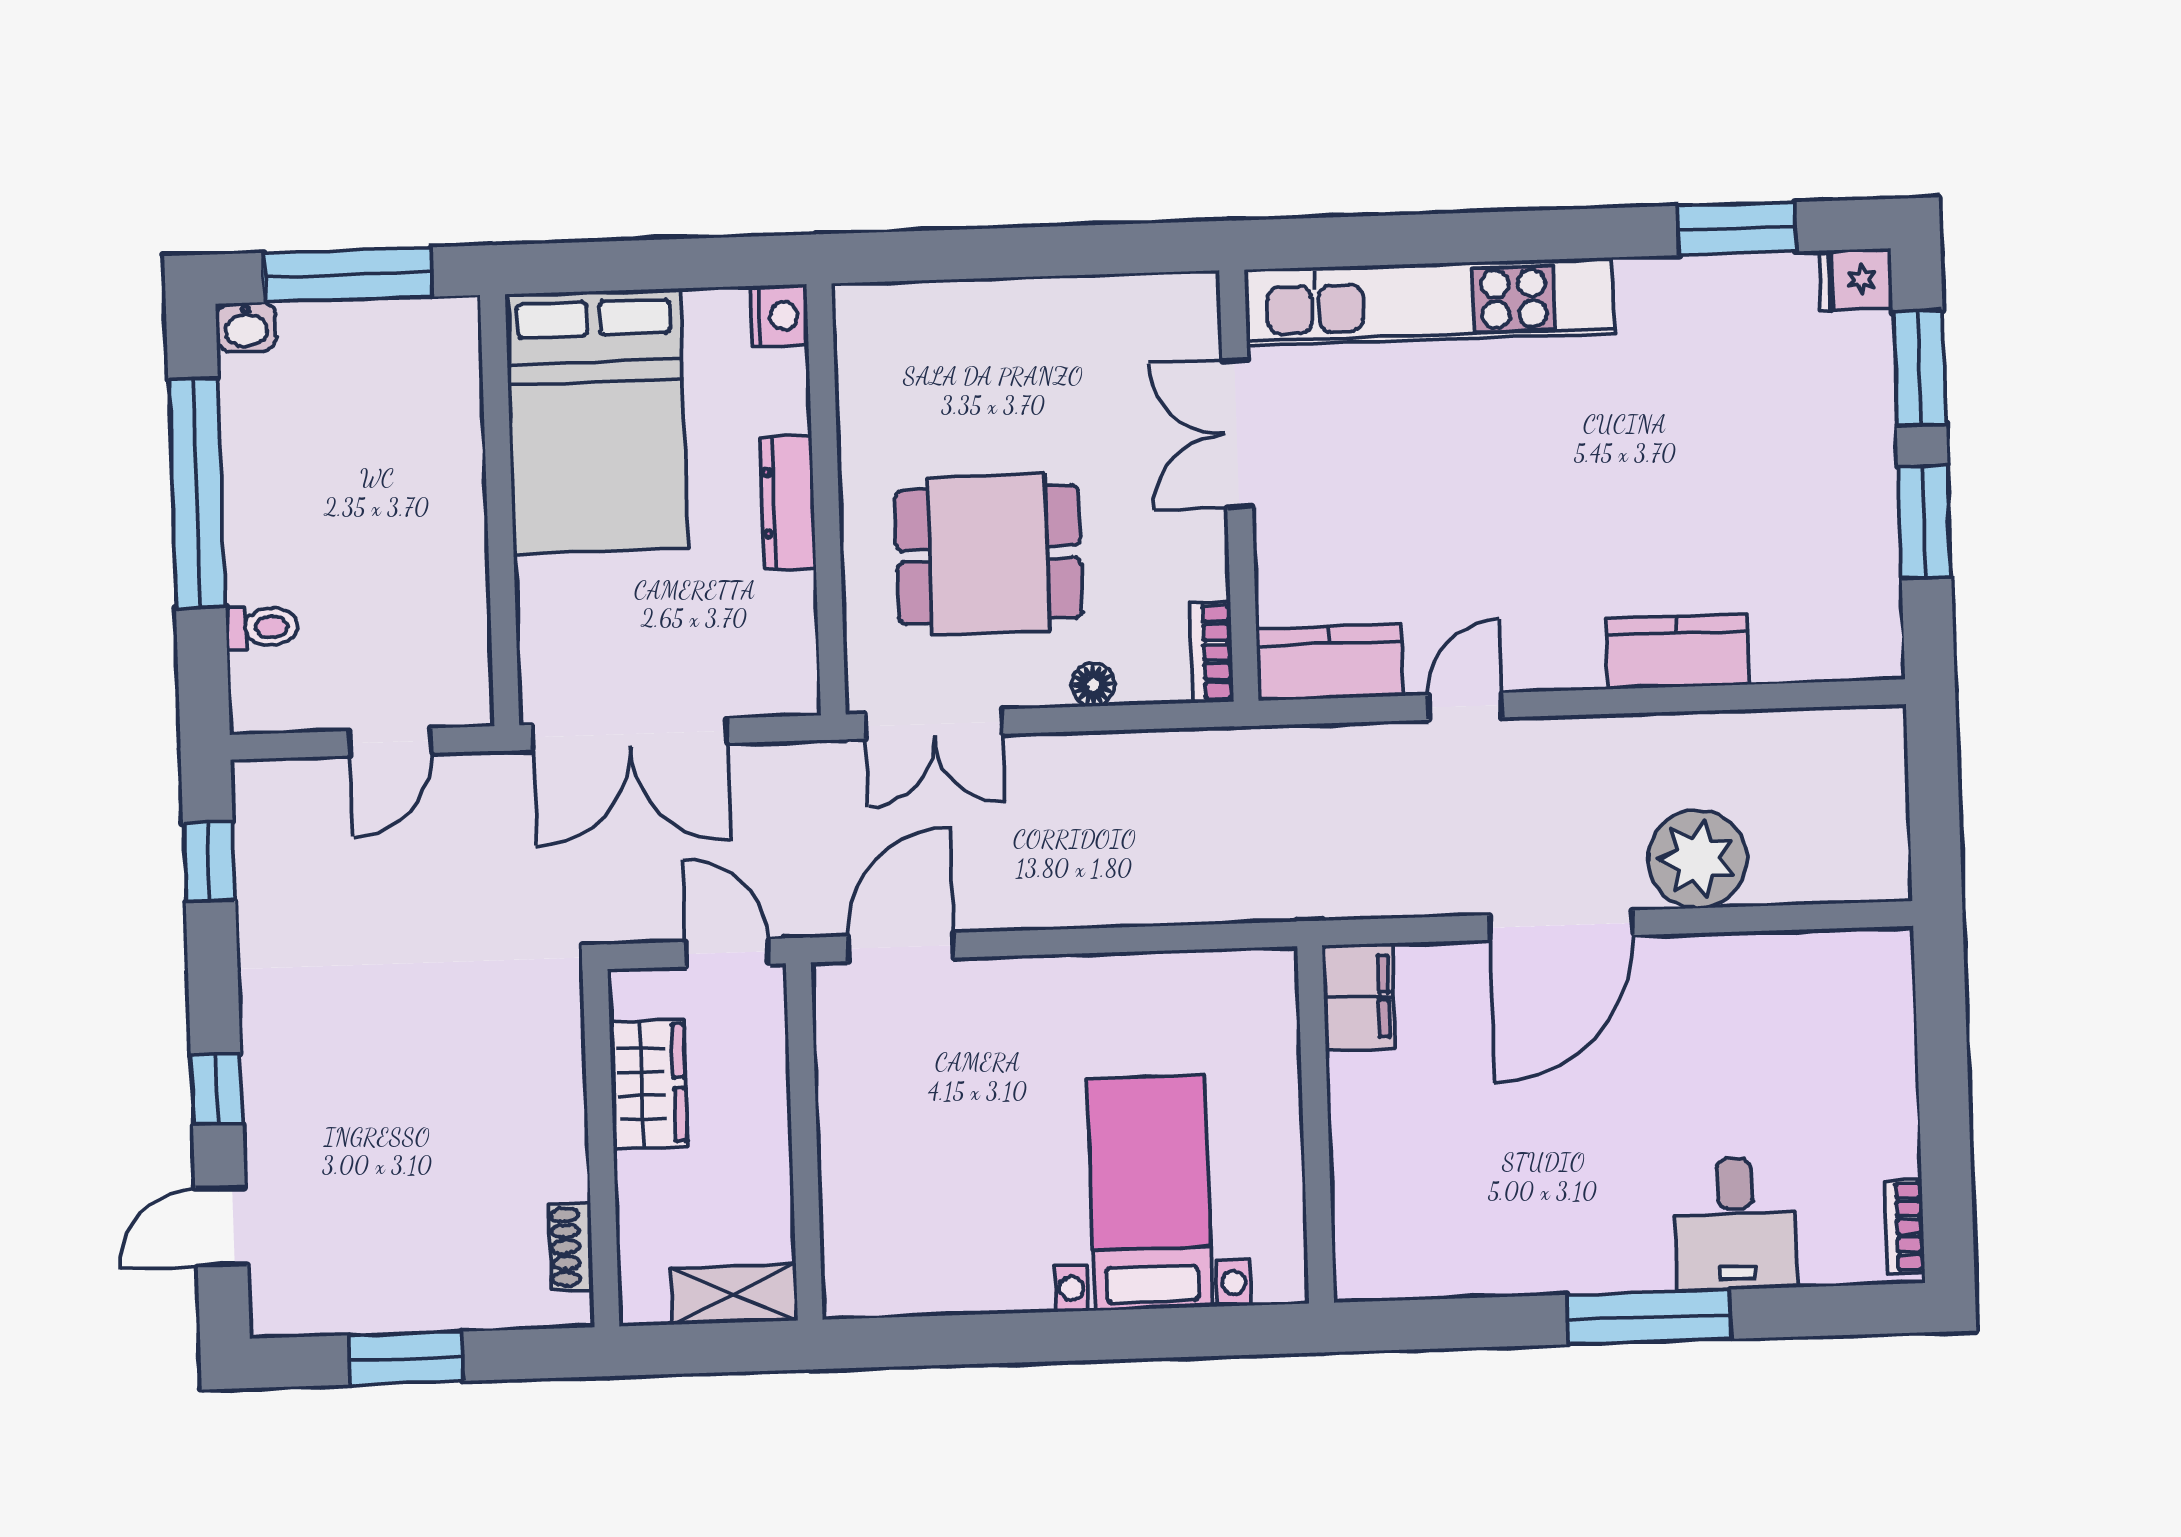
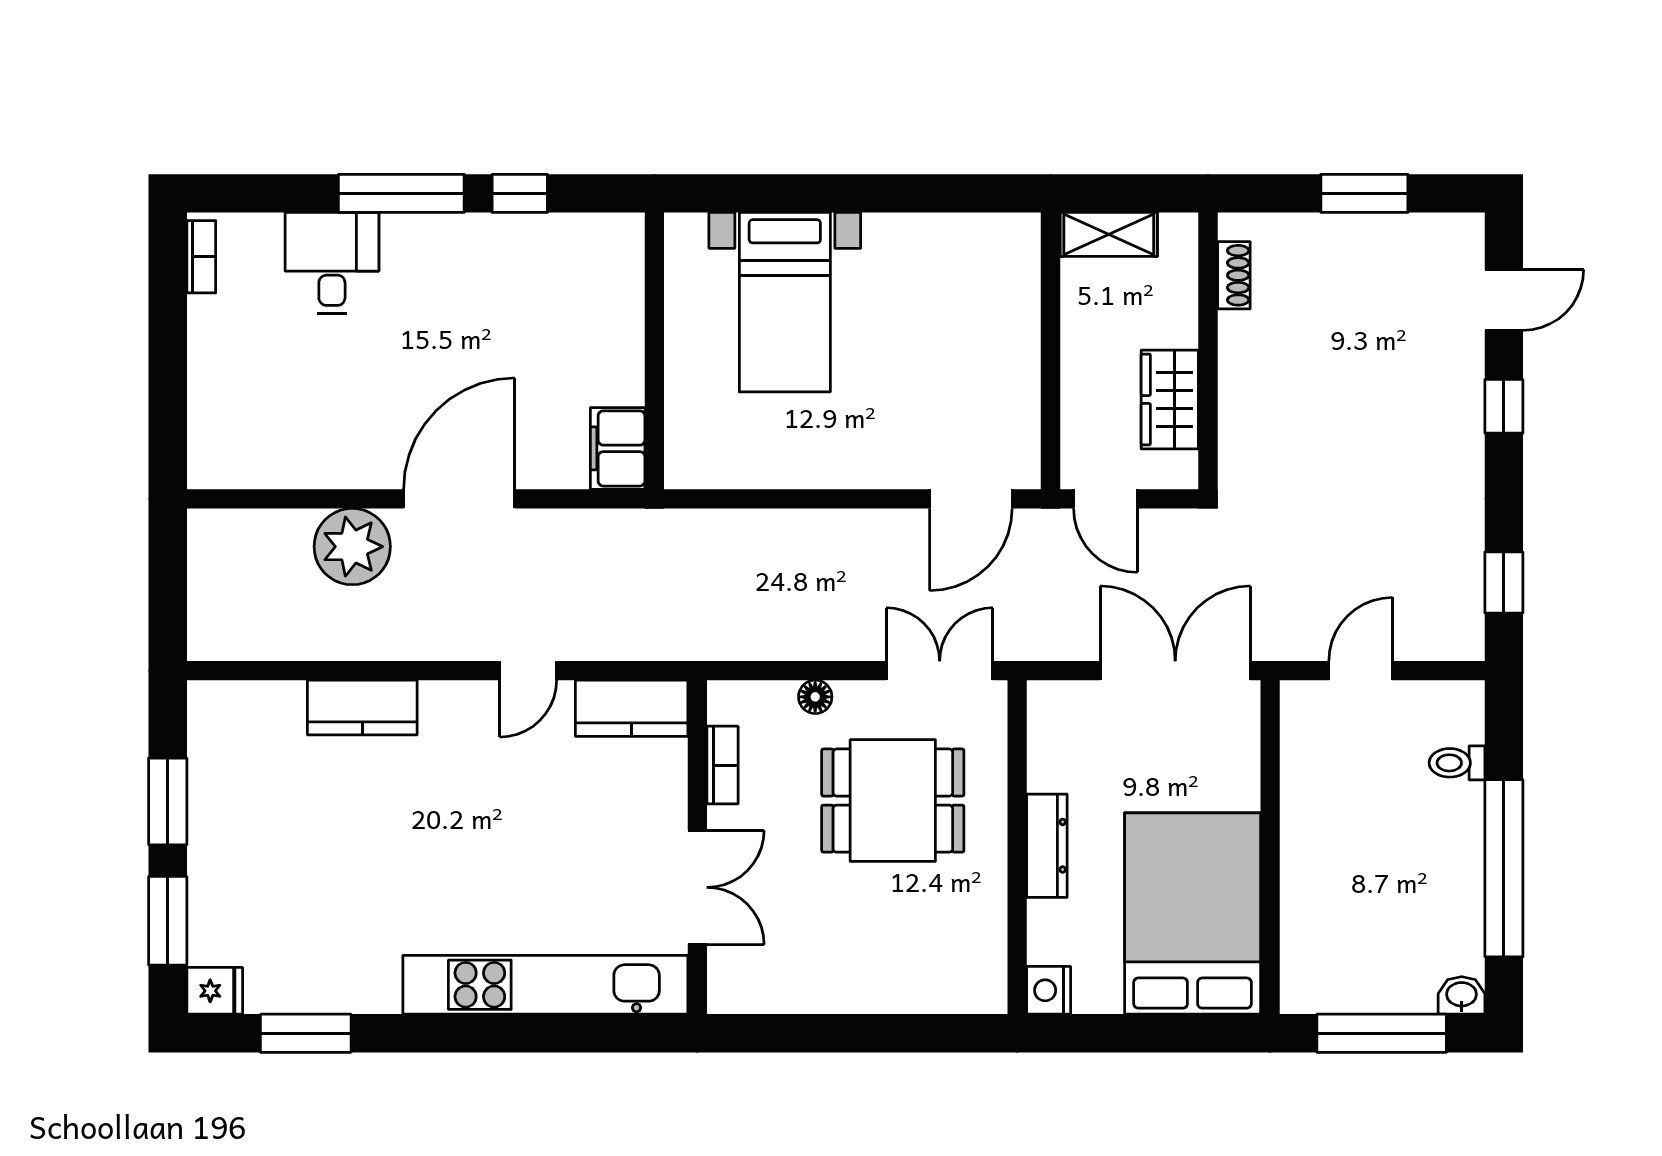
bookcase: (1212, 652) -> (722, 765), moved
window: (1496, 1322) -> (520, 193), added

